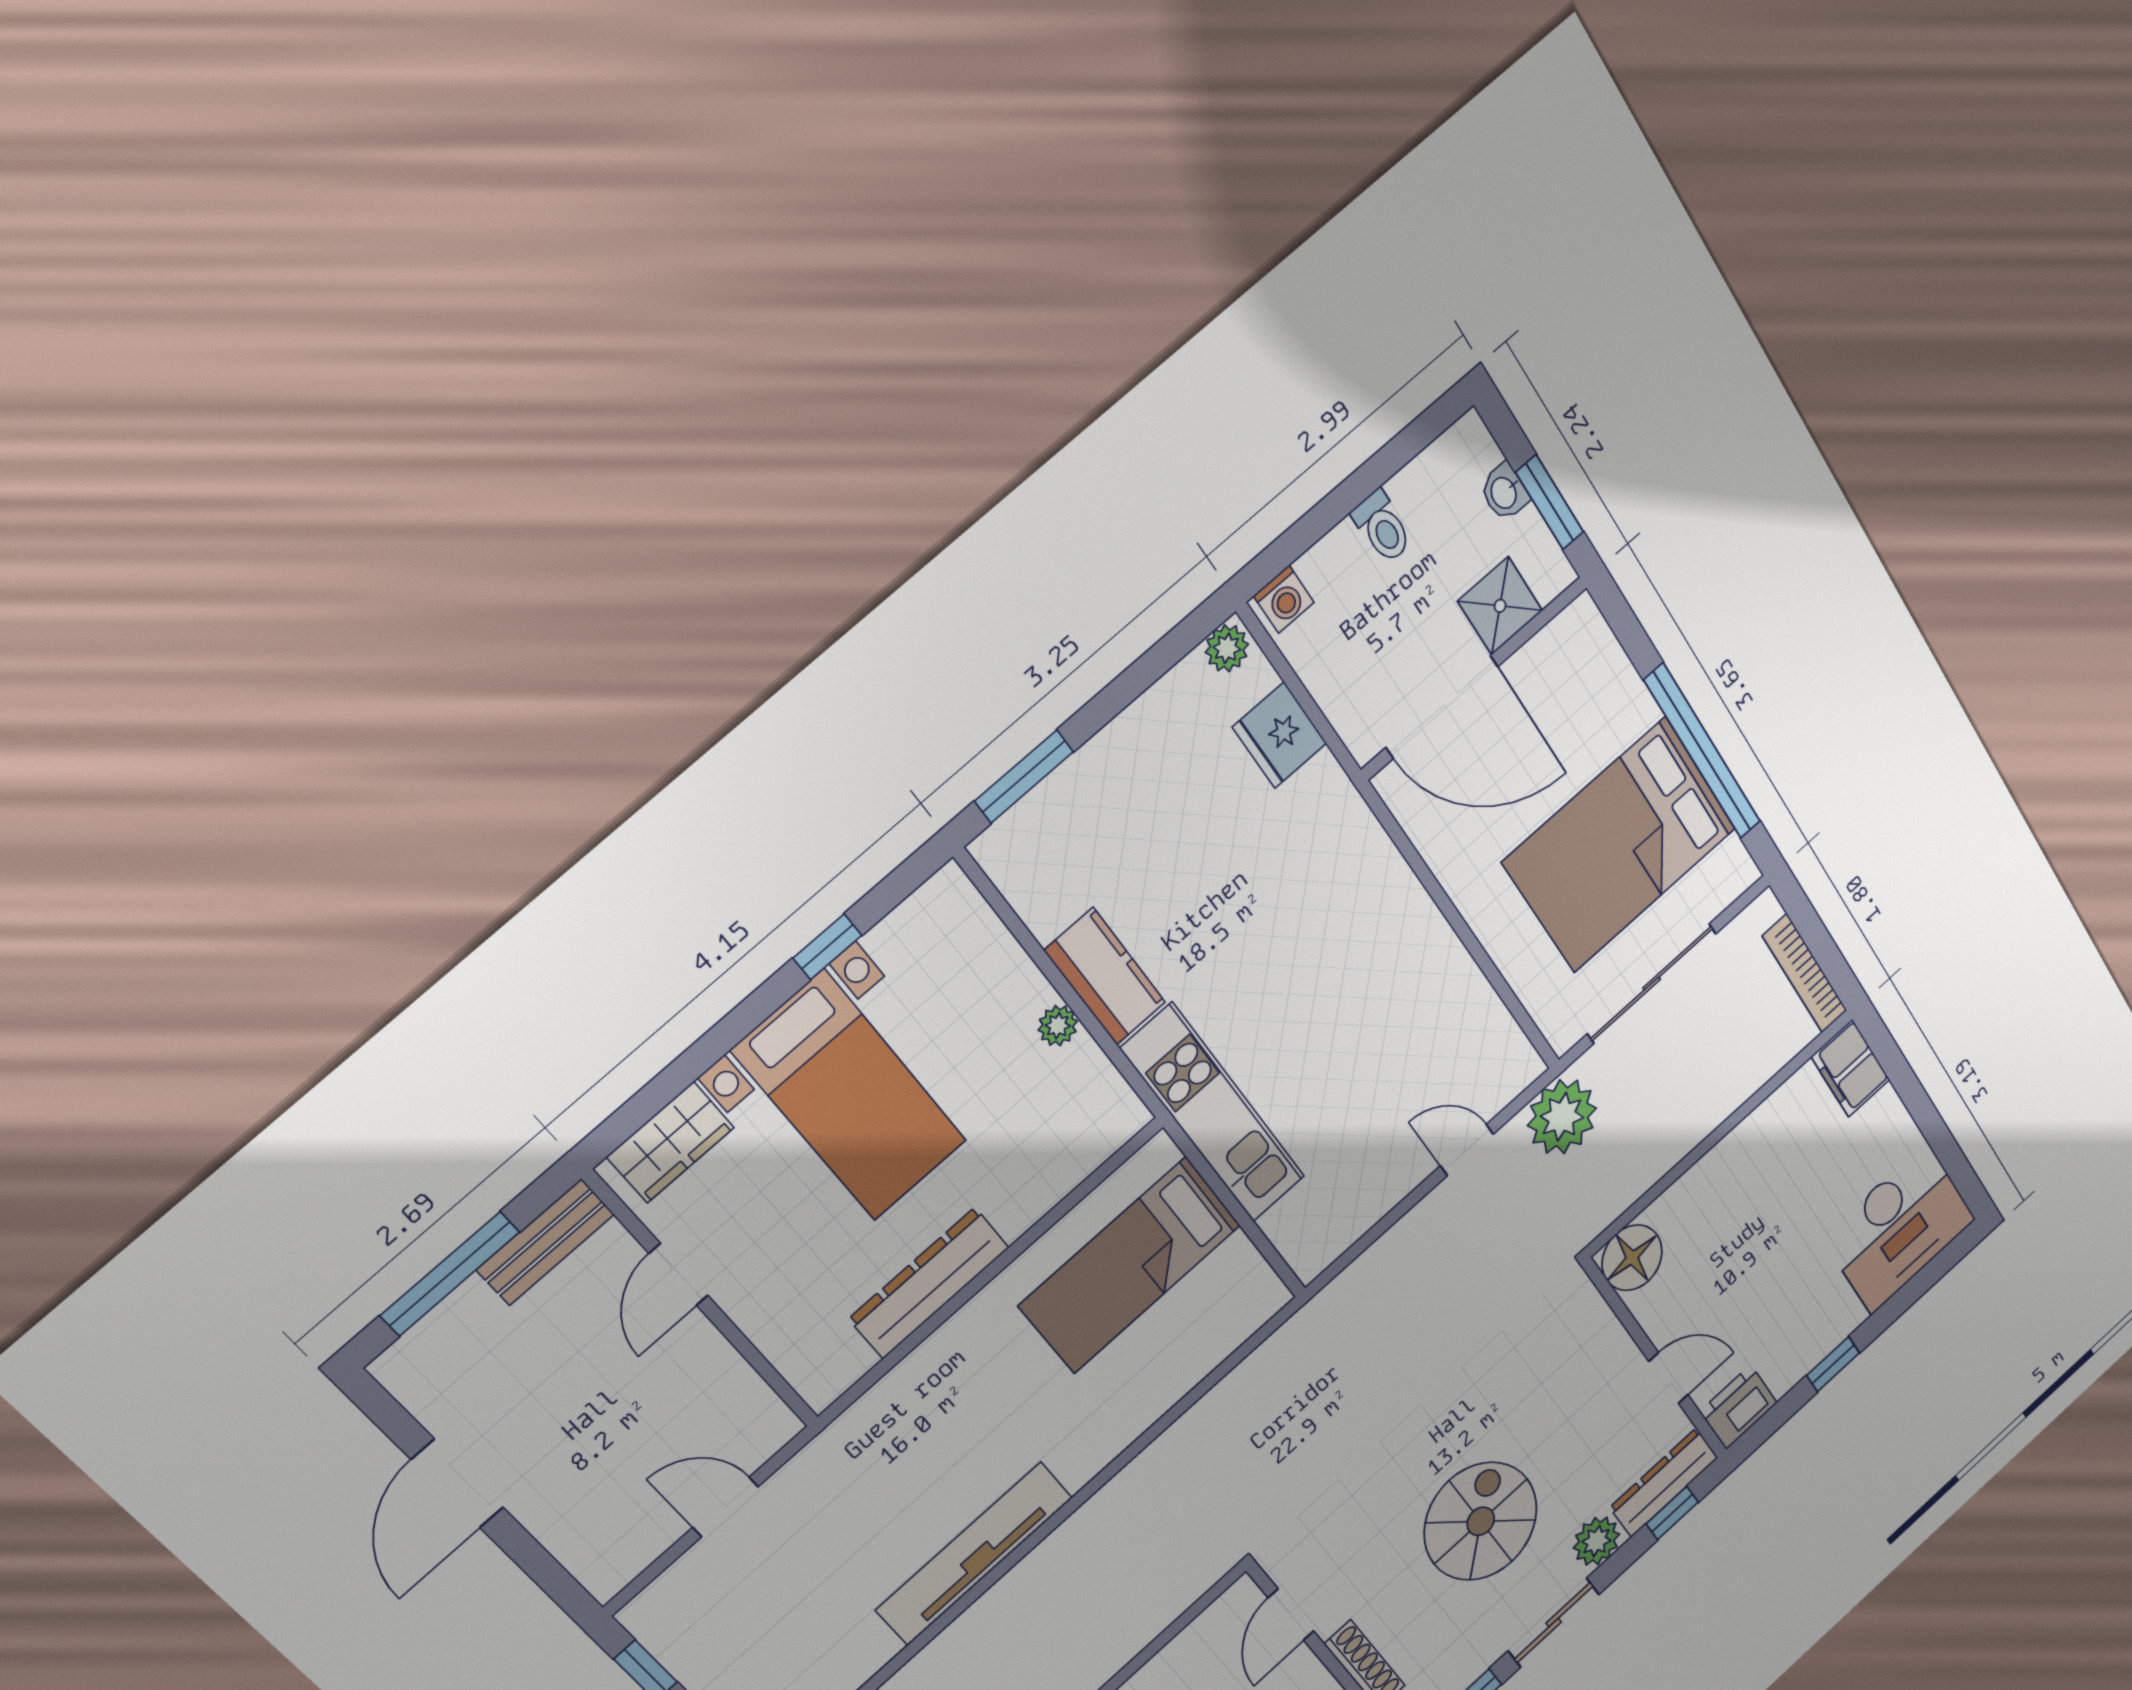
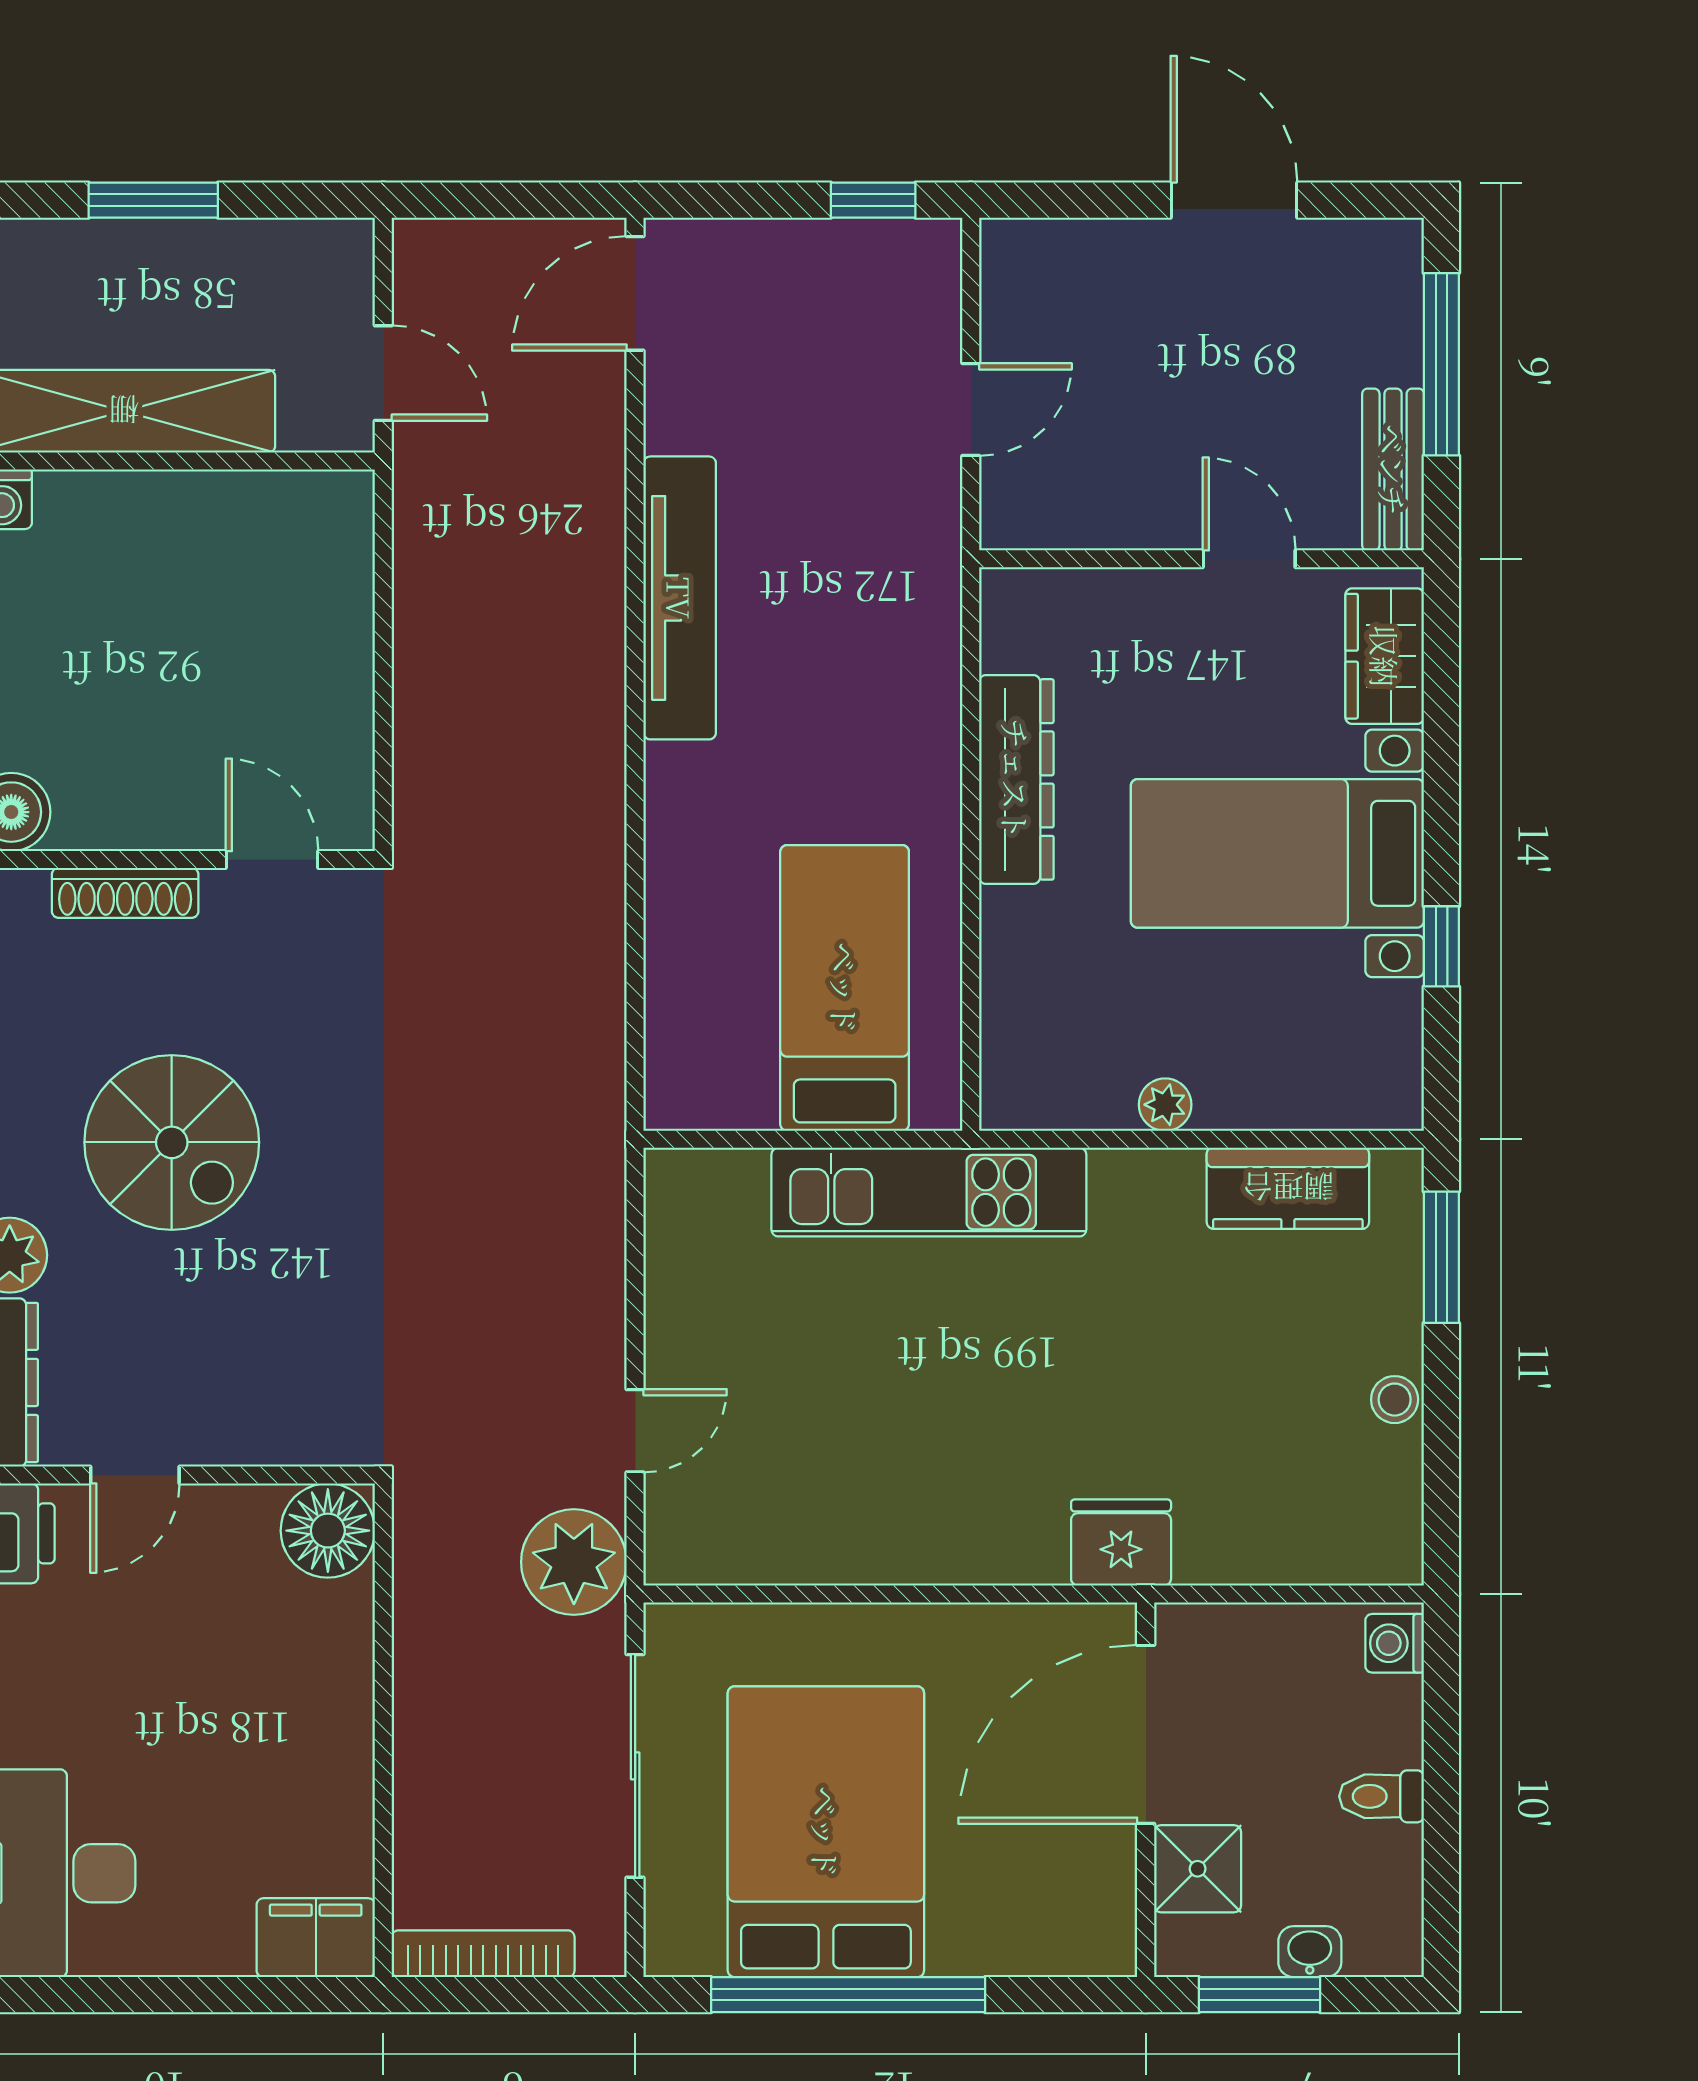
plant: (1227, 648) -> (1395, 1550), removed
stool: (1134, 729) -> (1395, 1400), added
fridge: (1280, 735) -> (1121, 1542), moved
kitchen counter: (1105, 976) -> (1288, 1188), moved

